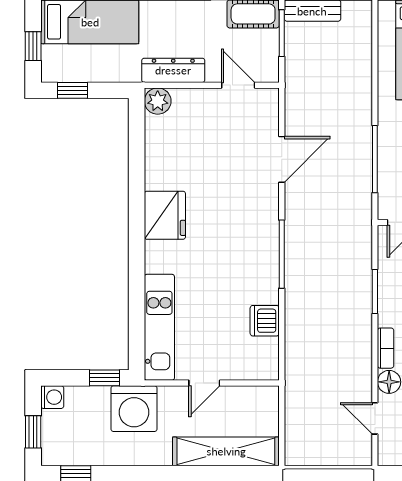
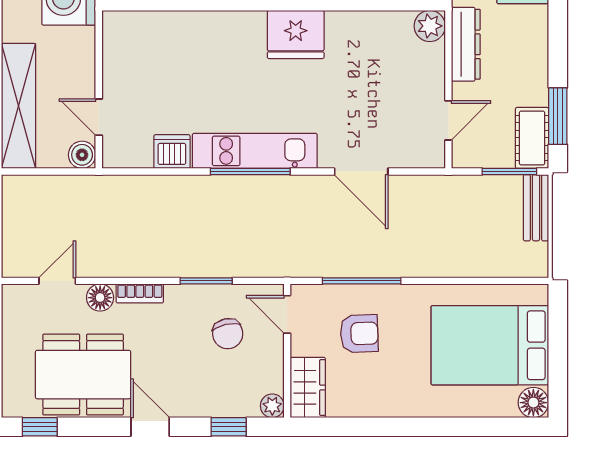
kitchen unit: (159, 327) -> (255, 151), moved, turned 180
door: (204, 383) -> (99, 117), moved
boiler: (267, 397) -> (82, 155), added

